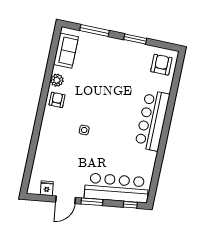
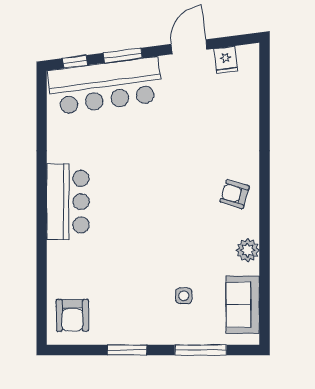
armchair: (57, 100) -> (235, 194), moved, turned 107
bar counter: (152, 120) -> (68, 202), width x0.73
side table: (84, 130) -> (184, 296), moved
window: (92, 202) -> (123, 55), moved

